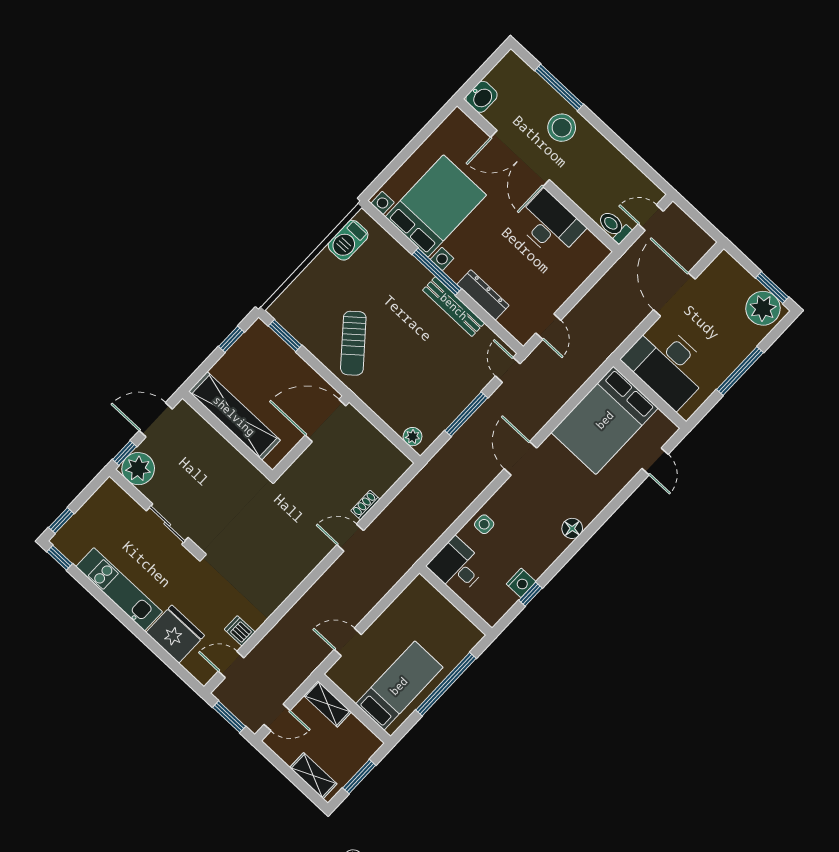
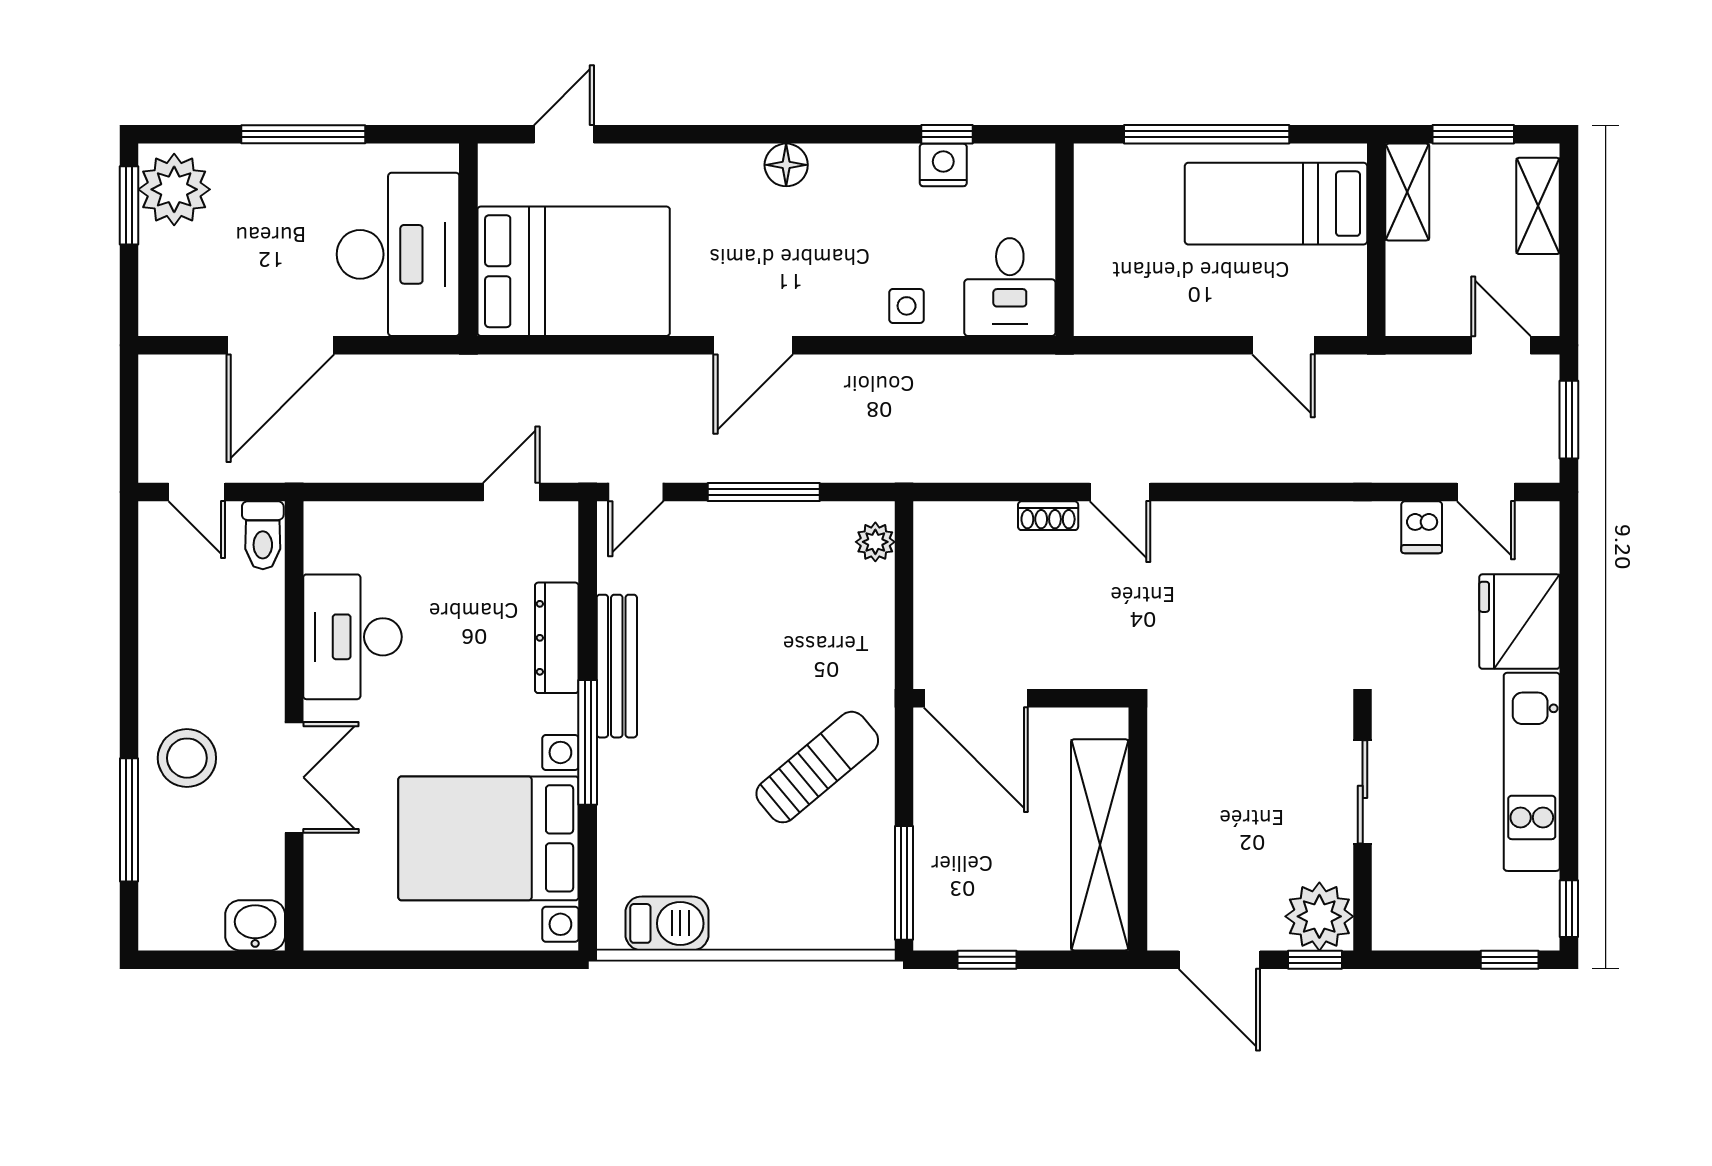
double door: (520, 158) -> (294, 777), width x0.73
window: (285, 336) -> (904, 883), width x1.44
shelving: (328, 704) -> (1407, 192), moved

